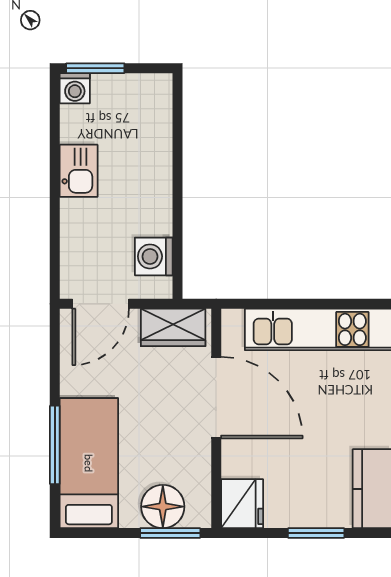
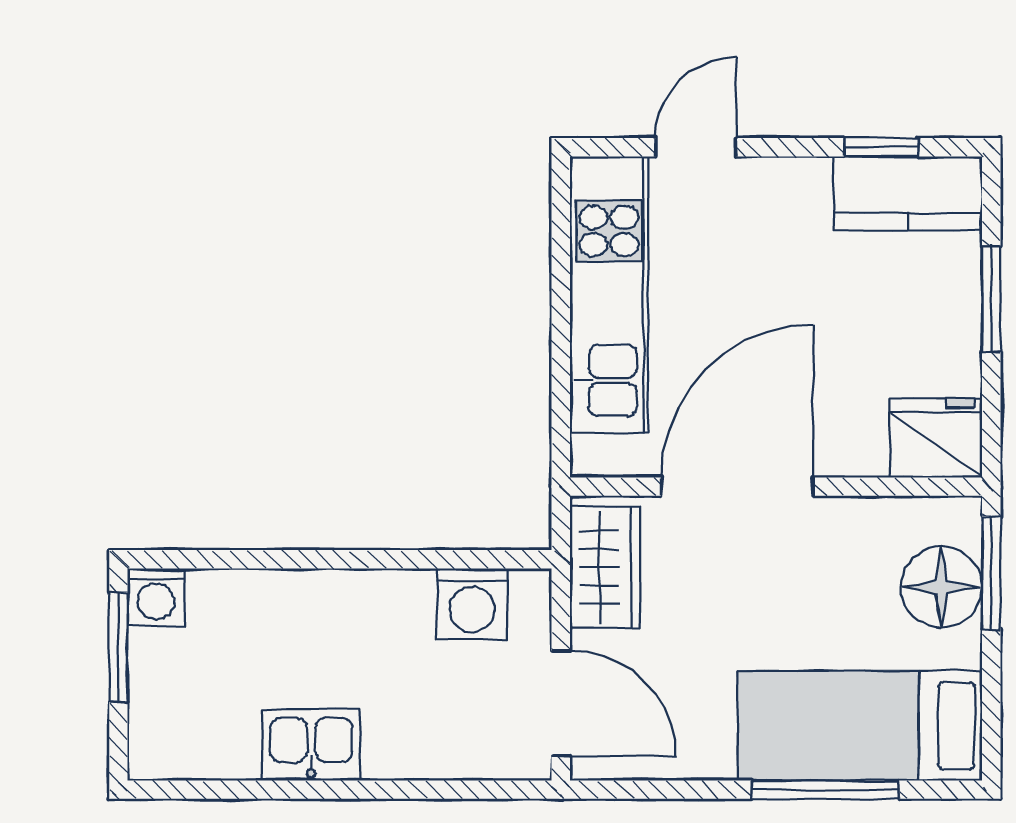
window: (95, 68) -> (118, 647), moved
washing machine: (75, 88) -> (156, 597), moved, turned 90

